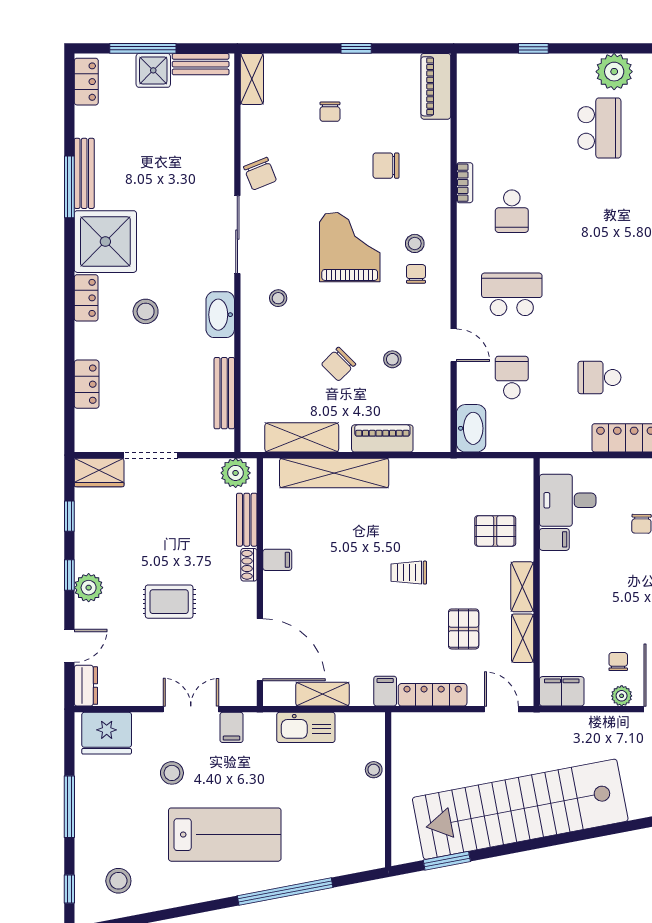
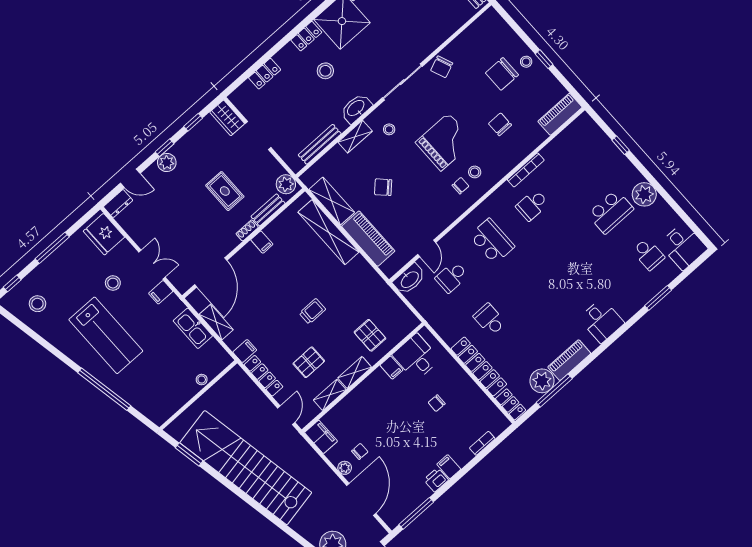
shelving: (252, 79) -> (355, 137), moved
chair: (330, 112) -> (502, 74), width x1.87, depth x1.87
bookcase: (465, 183) -> (526, 170), width x1.56
door: (454, 345) -> (427, 249), moved
stool: (392, 359) -> (526, 62), moved
school desk: (512, 377) -> (452, 277), turned 180
piano: (382, 438) -> (368, 239), width x1.37, depth x1.33
trolley: (409, 573) -> (312, 311), turned 90
rug: (169, 602) -> (225, 191), moved

